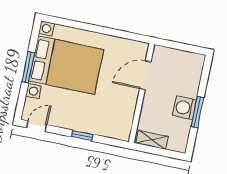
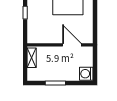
washing machine: (184, 108) -> (86, 74), moved, turned -90

